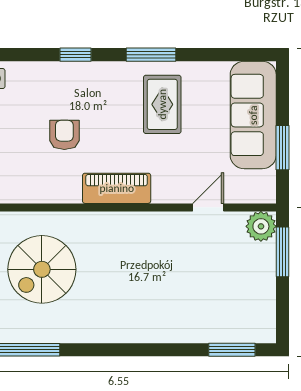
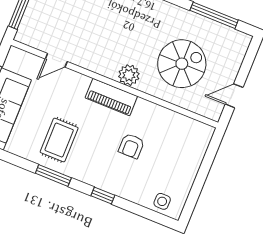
plant: (261, 226) -> (129, 75), moved

